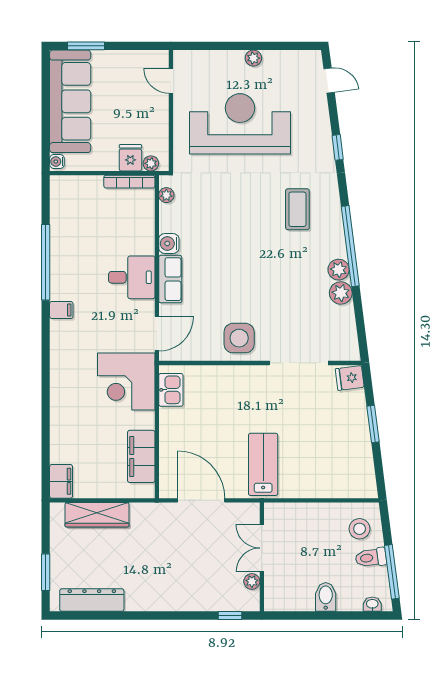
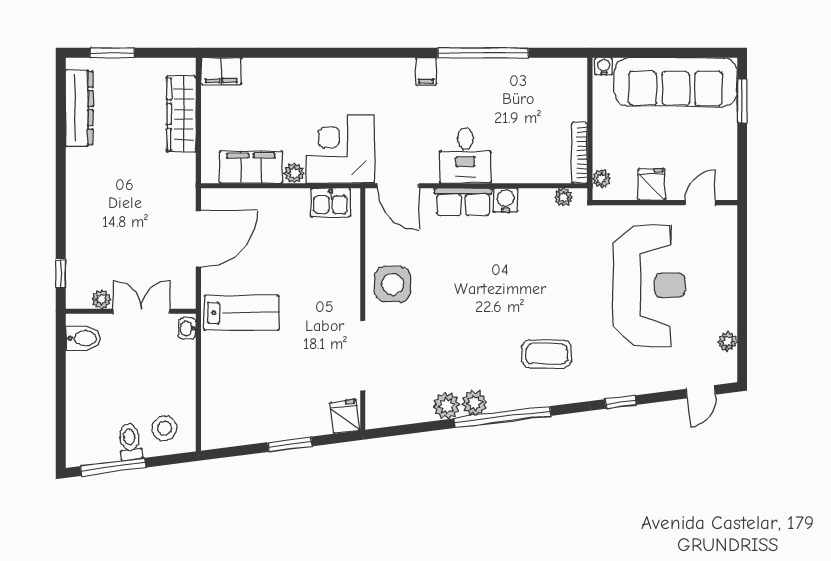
plant: (253, 58) -> (728, 341), moved
fridge: (130, 158) -> (652, 184), moved, turned -90
plant: (146, 420) -> (294, 173), added
bidet: (326, 597) -> (83, 338), moved
washbasin: (372, 604) -> (187, 328), moved, turned 180

